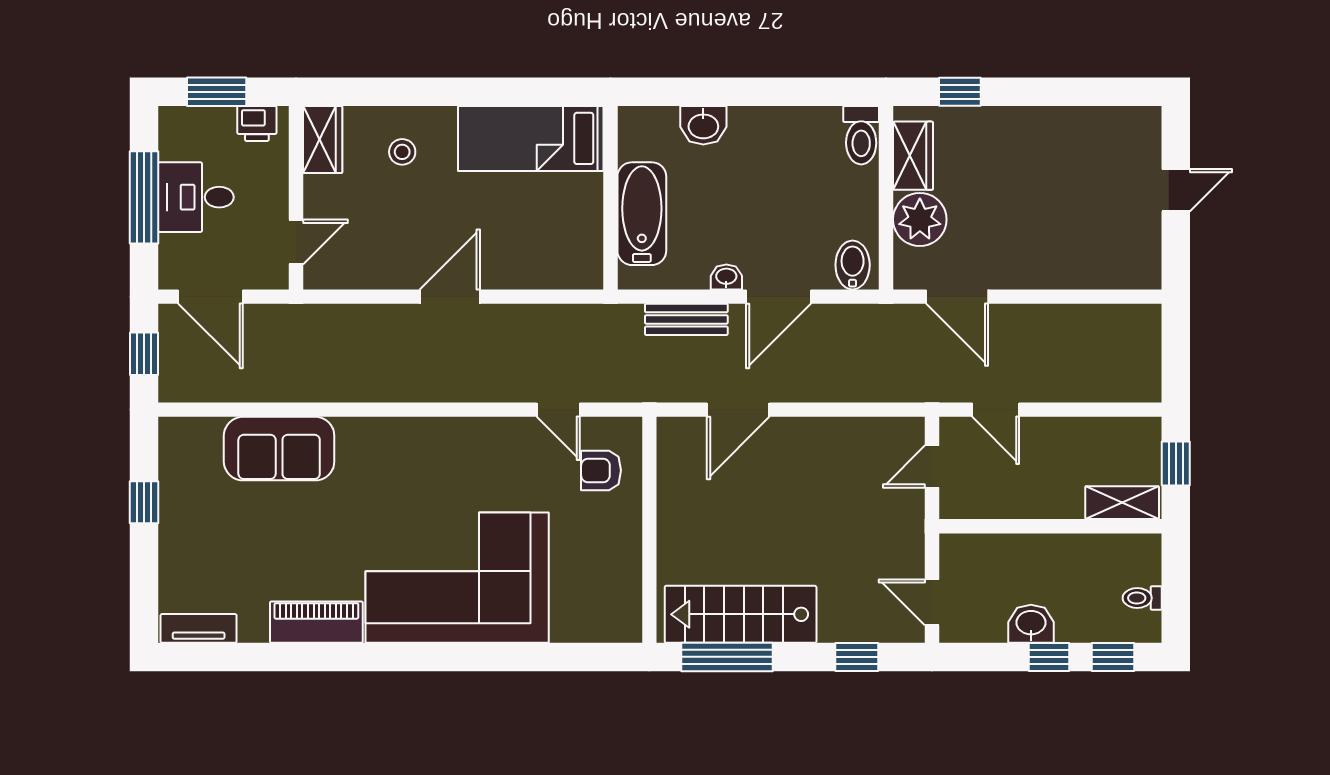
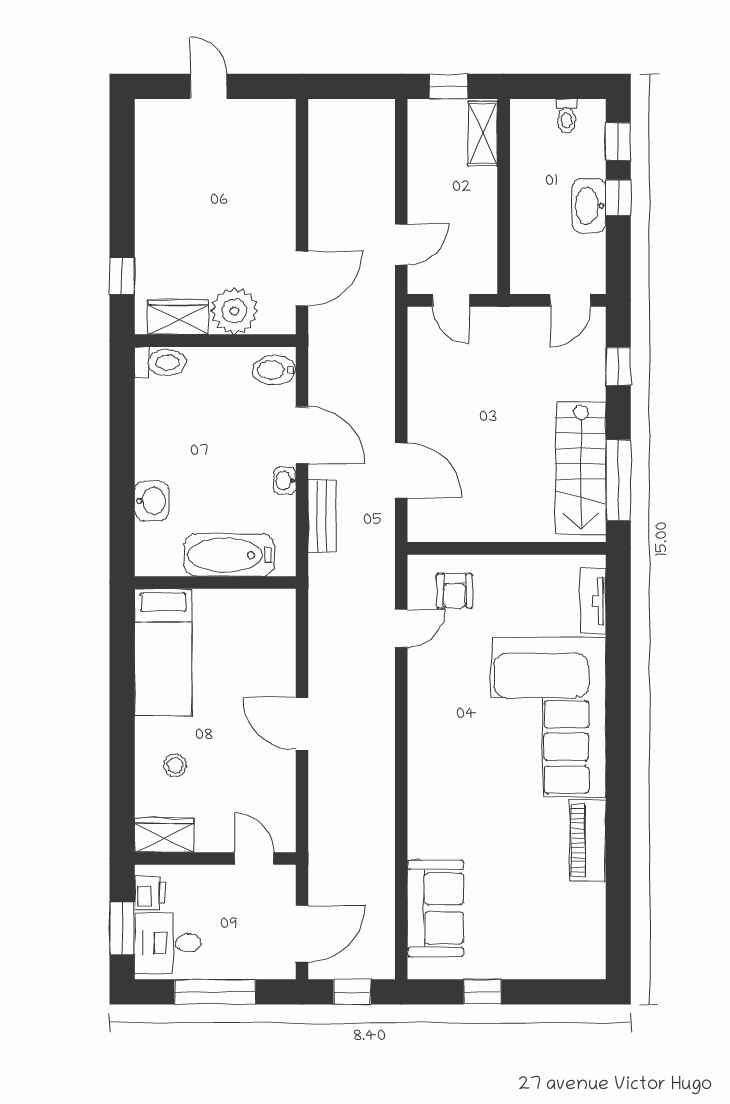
desk: (196, 197) -> (168, 943), moved, turned 90
sofa: (279, 449) -> (435, 908), moved
washbasin: (1031, 624) -> (589, 206), width x1.38
tv unit: (199, 628) -> (593, 601), moved

